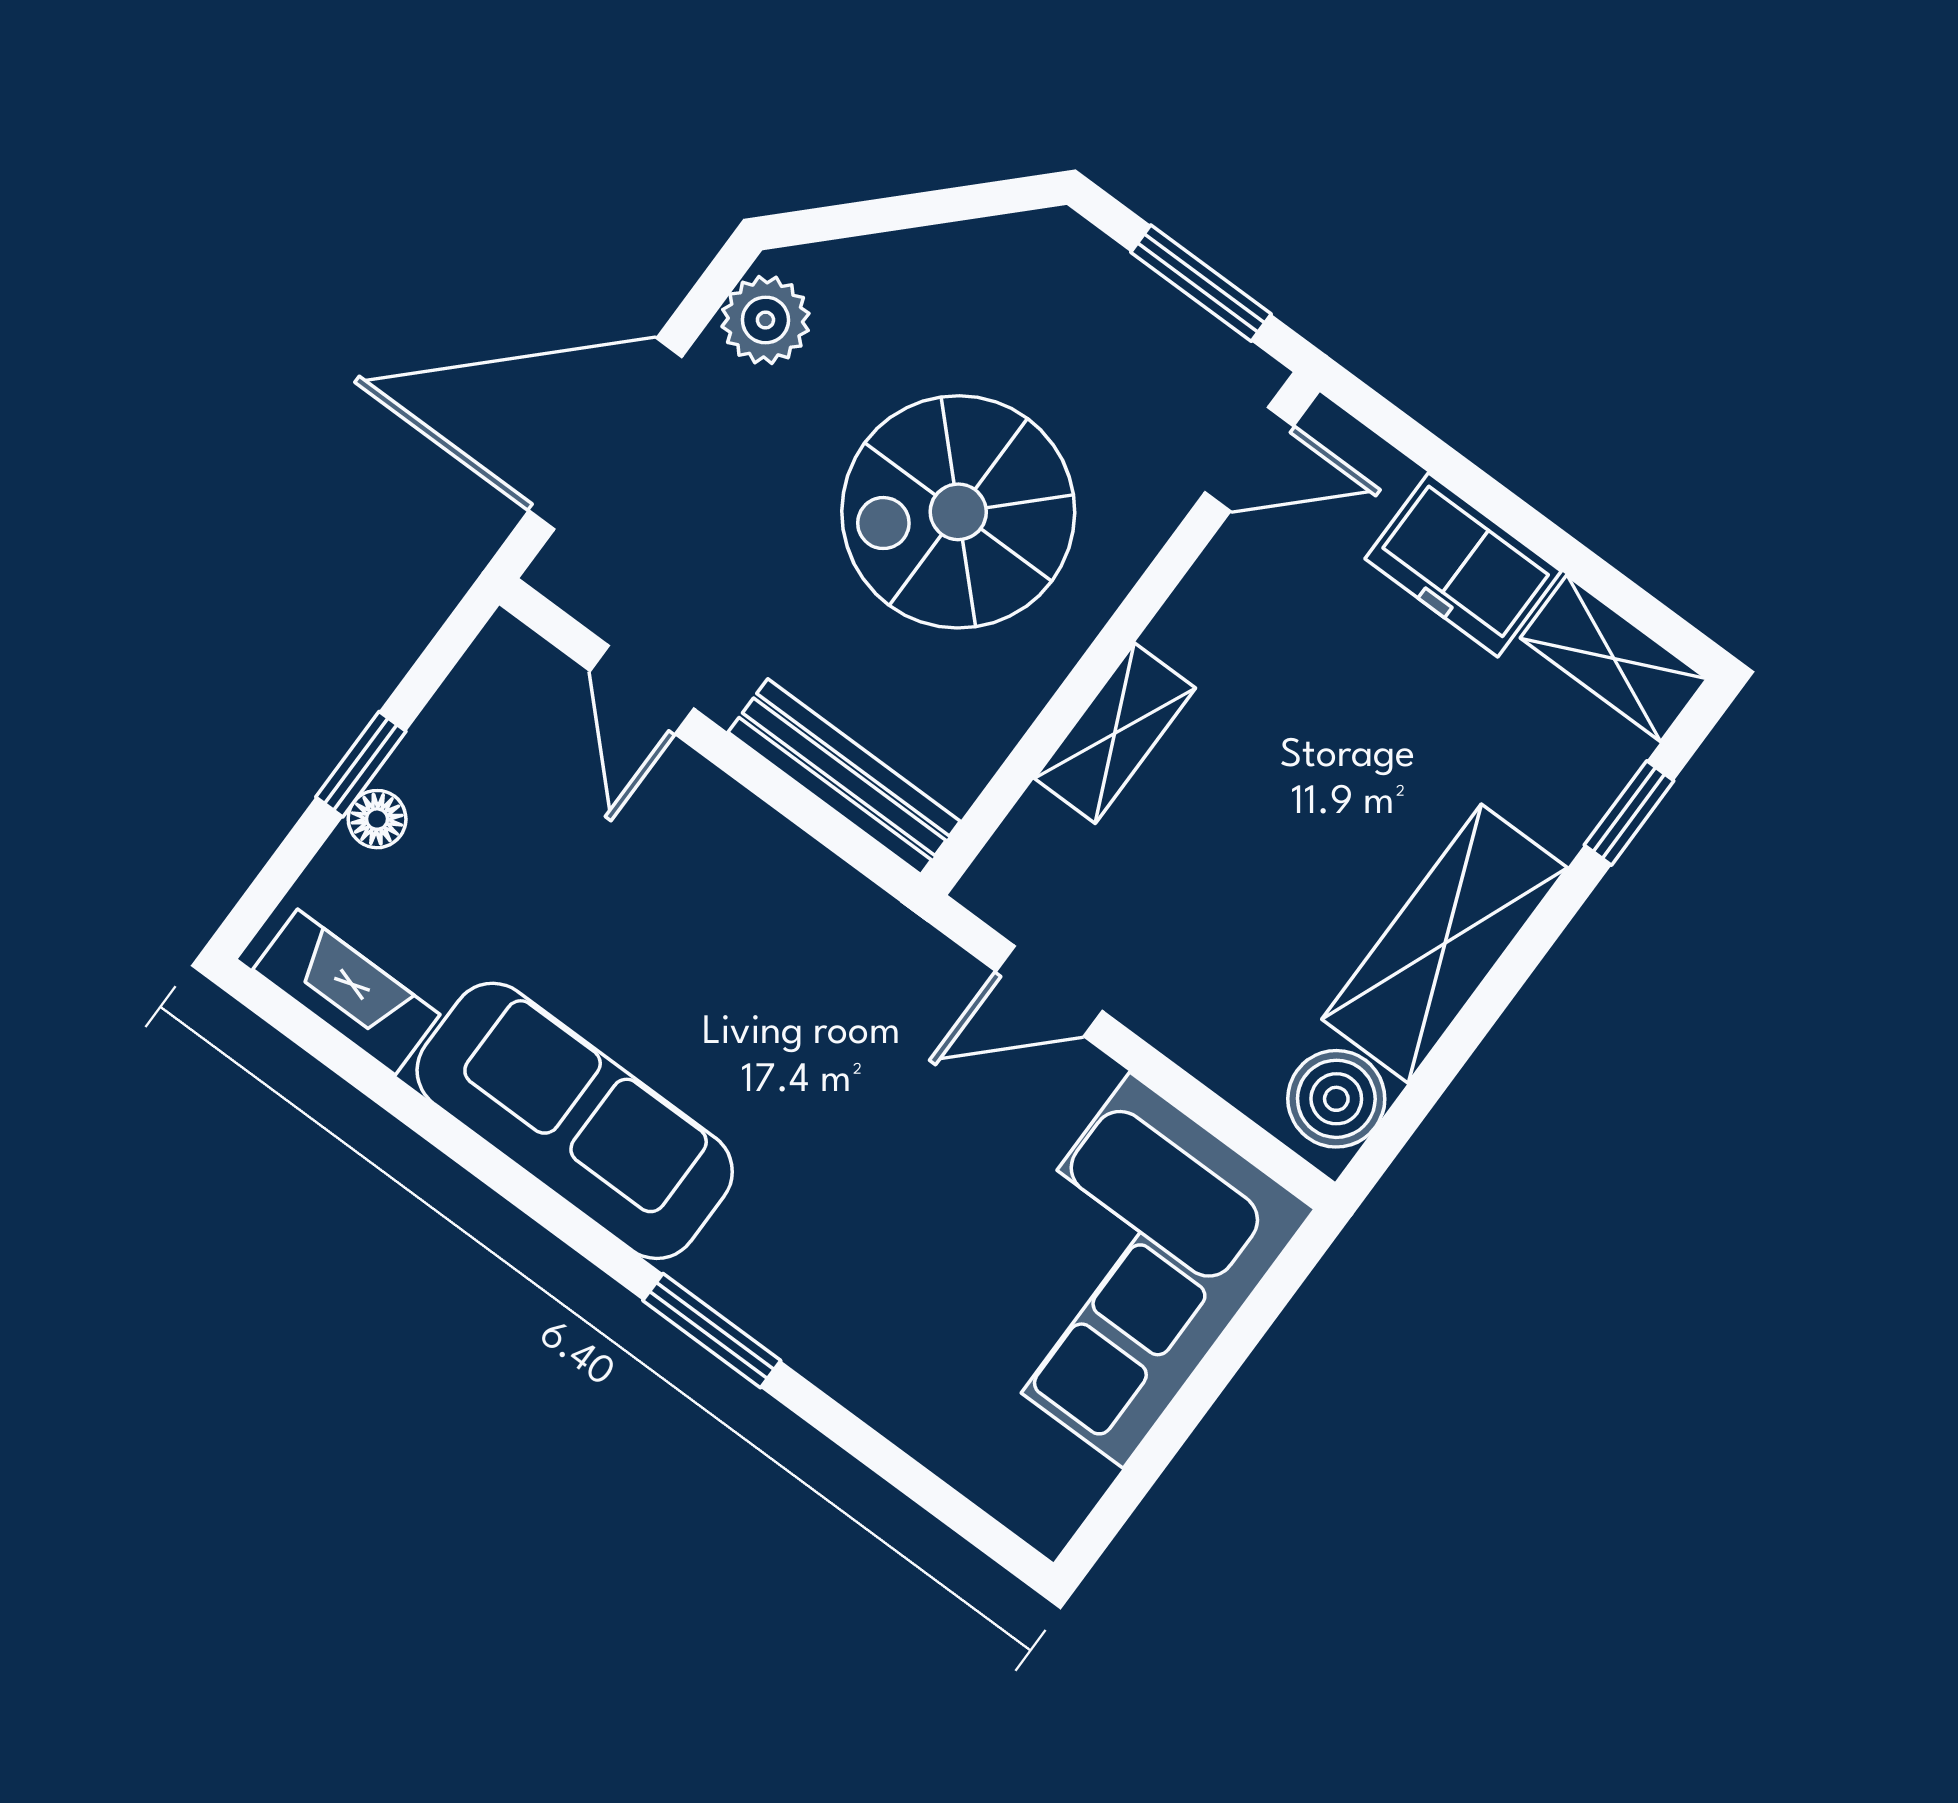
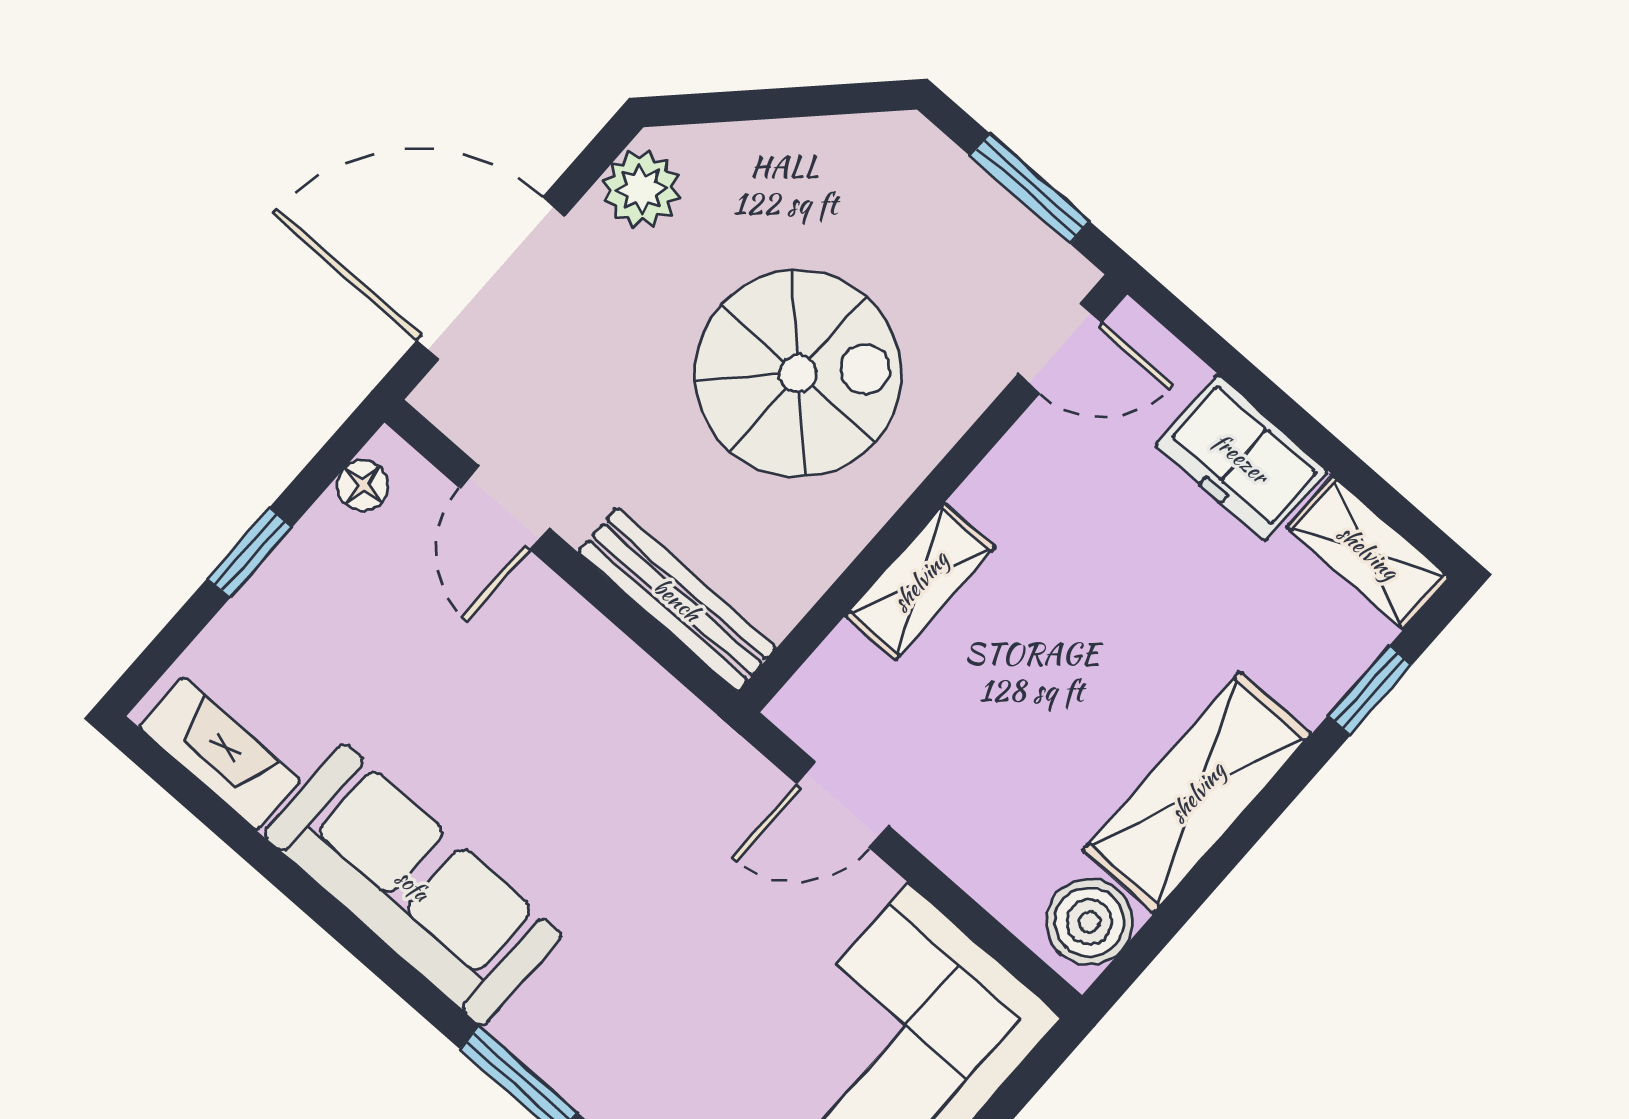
spiral stairs: (958, 512) -> (798, 374), turned 180
floor lamp: (377, 819) -> (363, 485), moved

